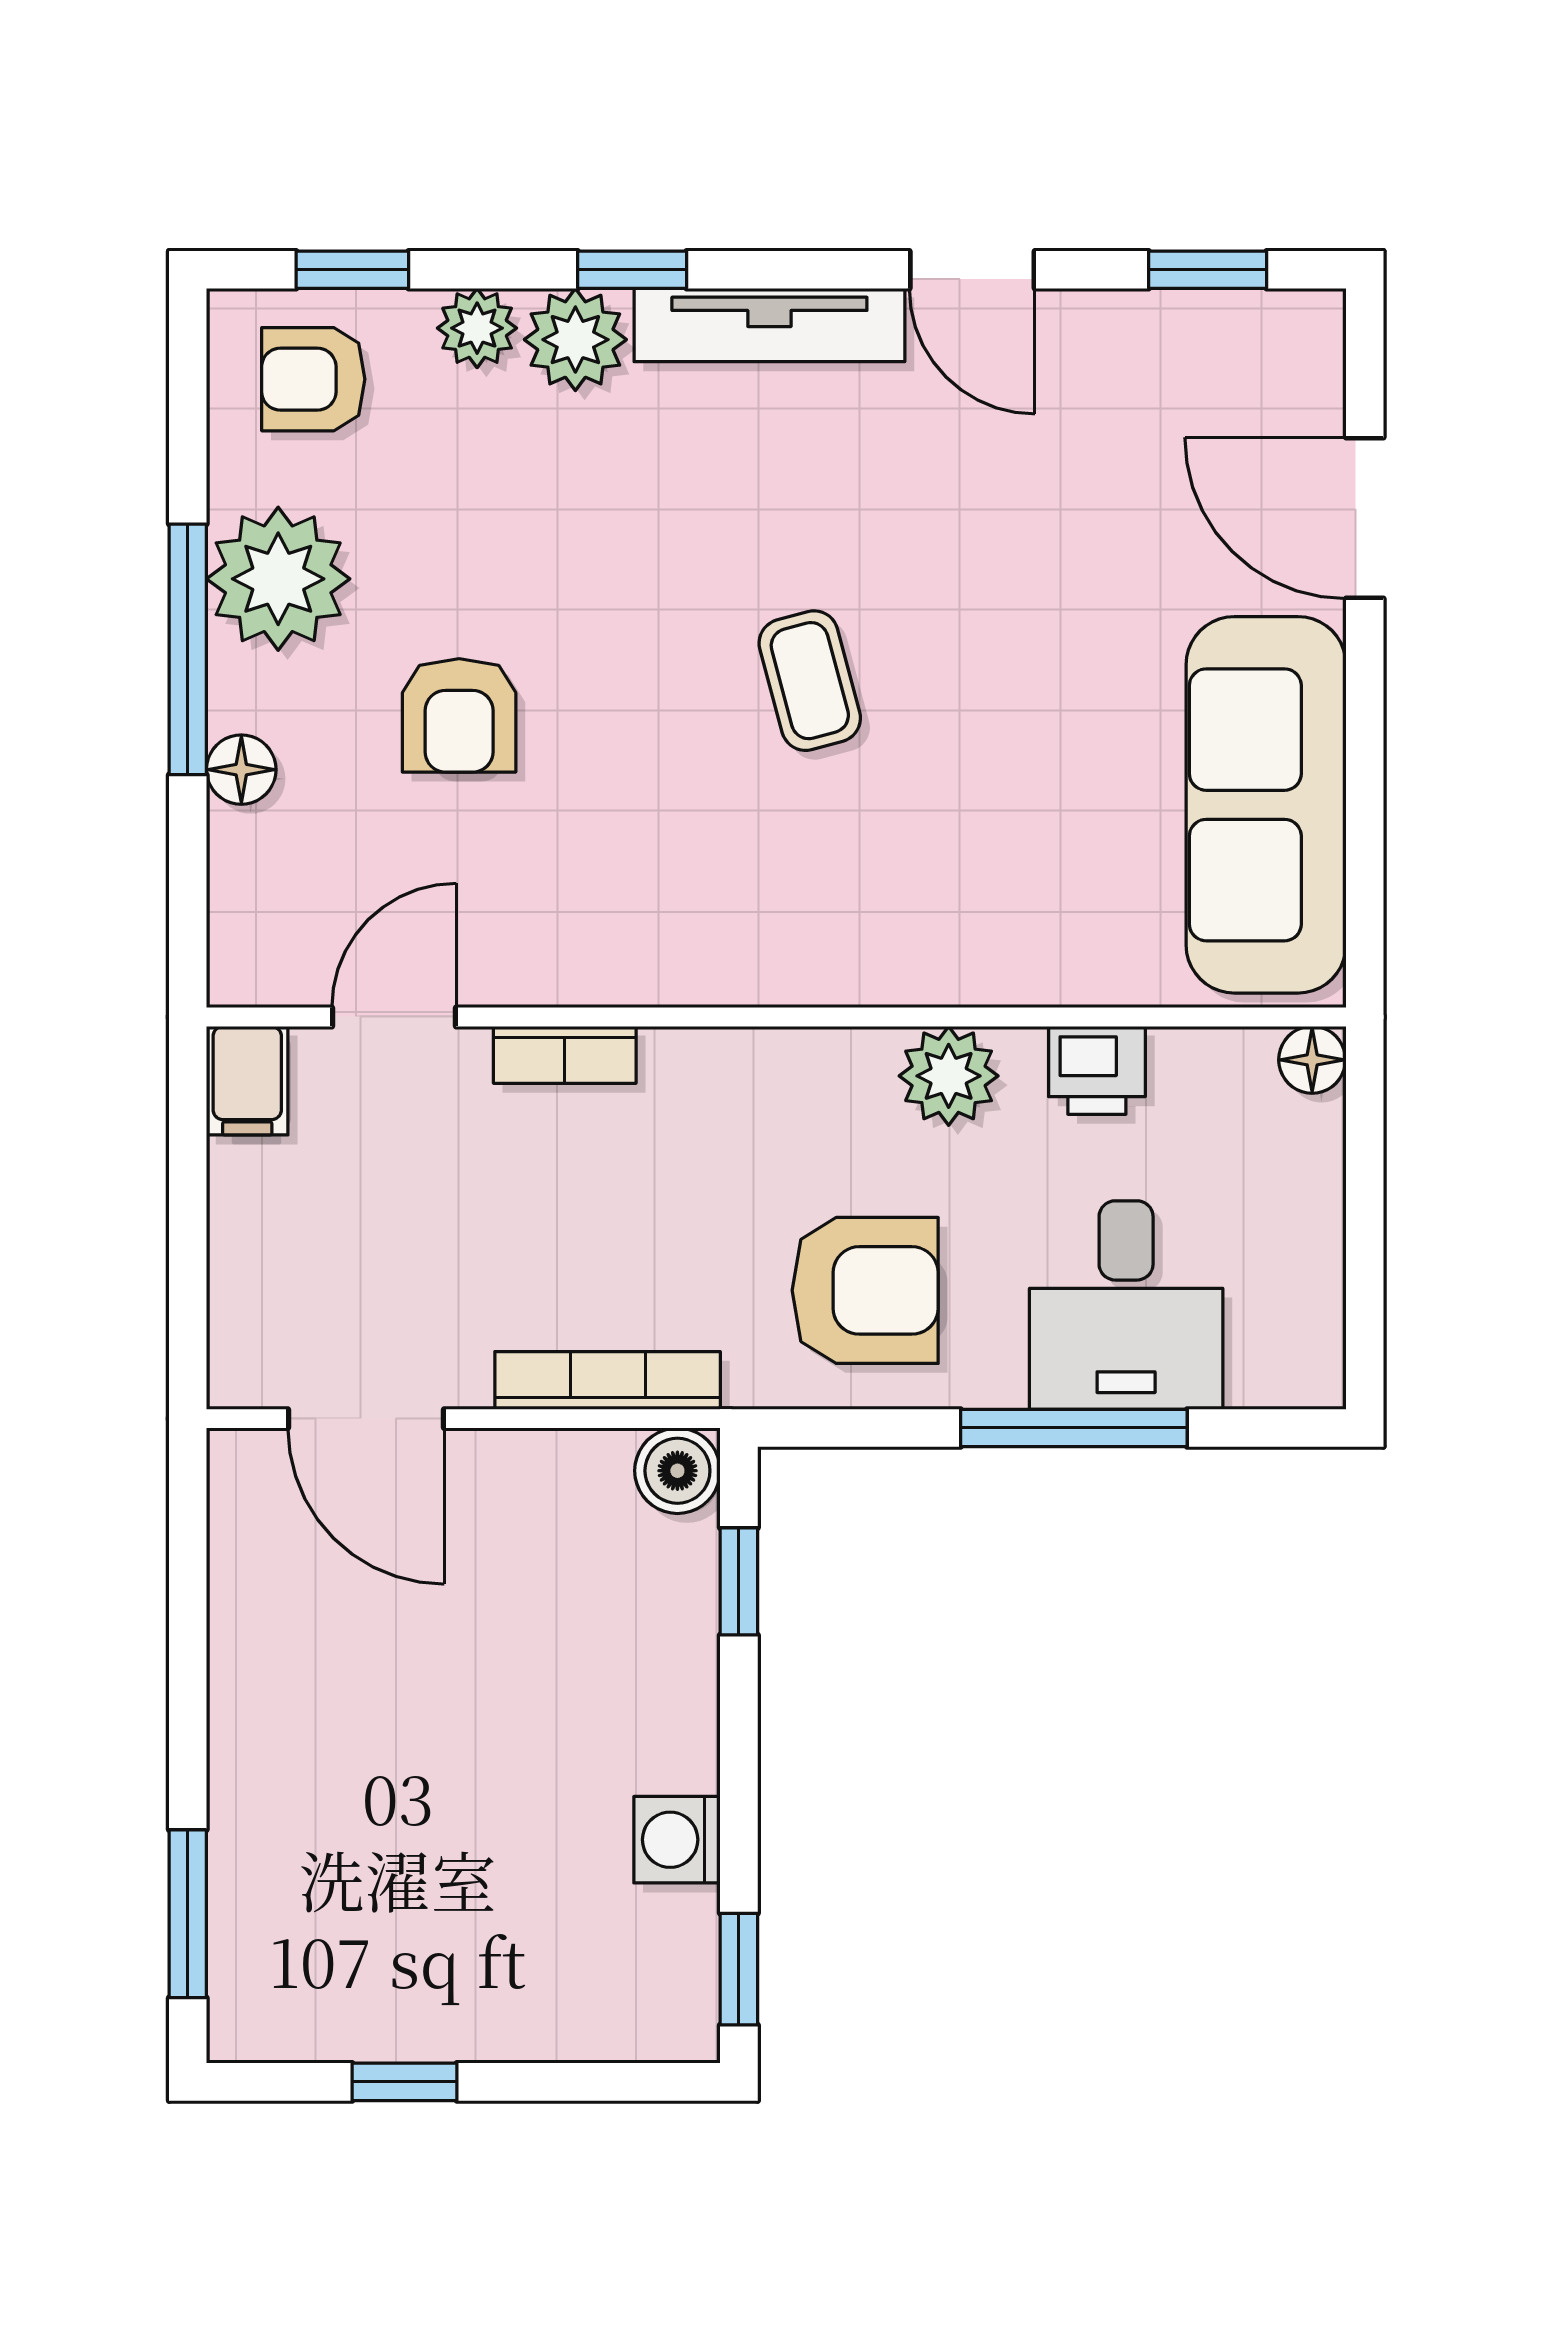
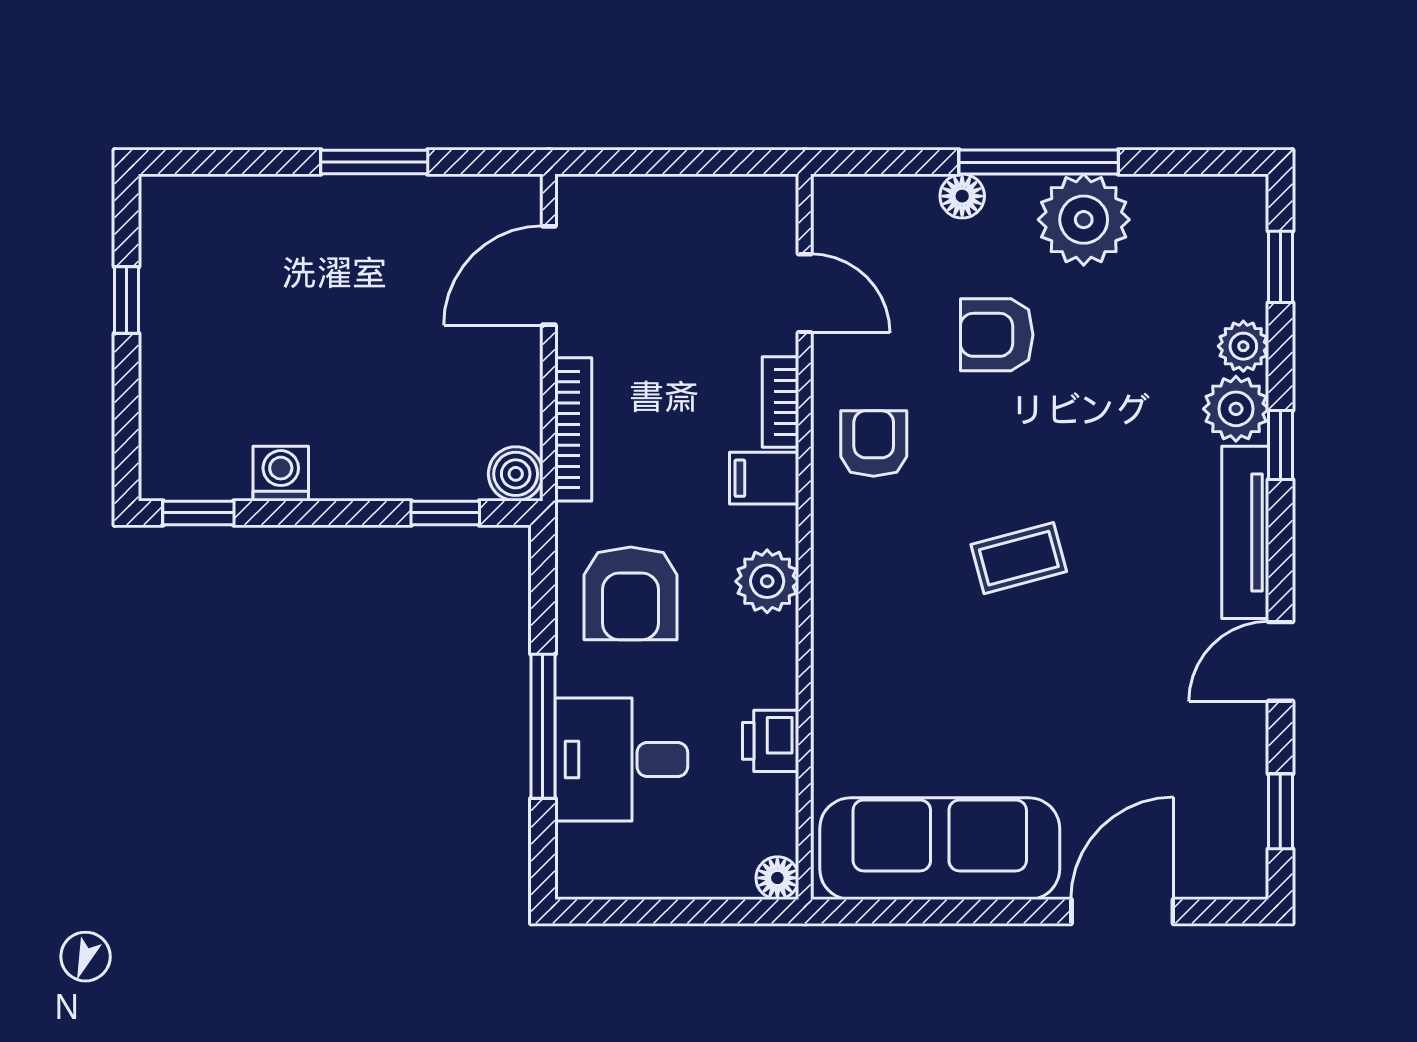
armchair: (313, 379) -> (874, 444), moved
plant: (949, 1076) -> (767, 581), moved
filing cabinet: (247, 1081) -> (764, 478), moved
window: (188, 1914) -> (374, 162), moved

